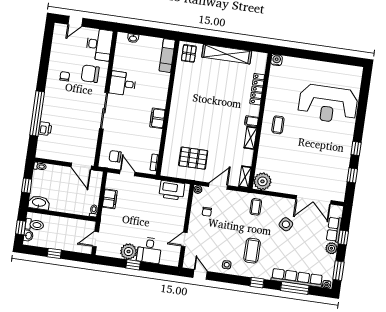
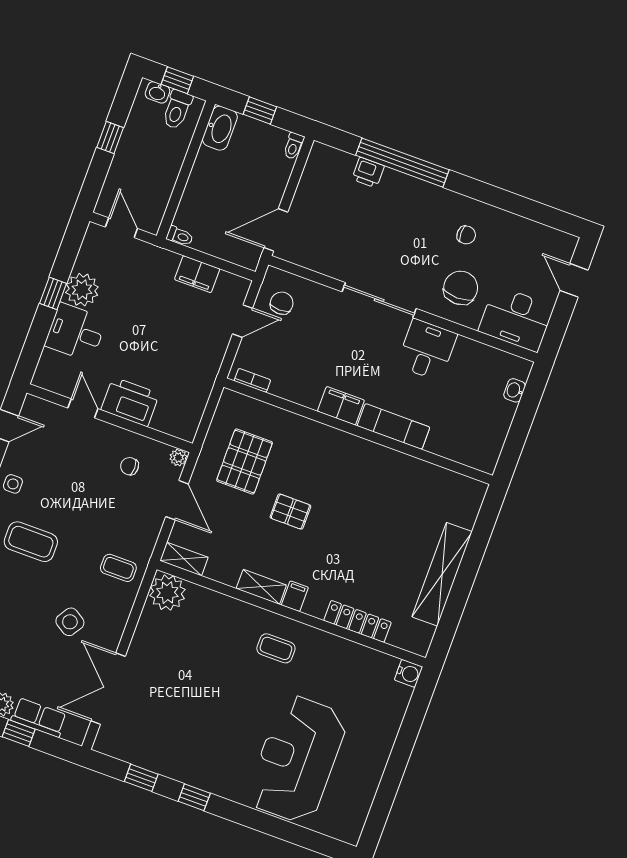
pallet: (189, 53) -> (290, 512), moved
exam couch: (167, 56) -> (393, 426), moved
printer: (172, 190) -> (130, 402), moved, turned 90

